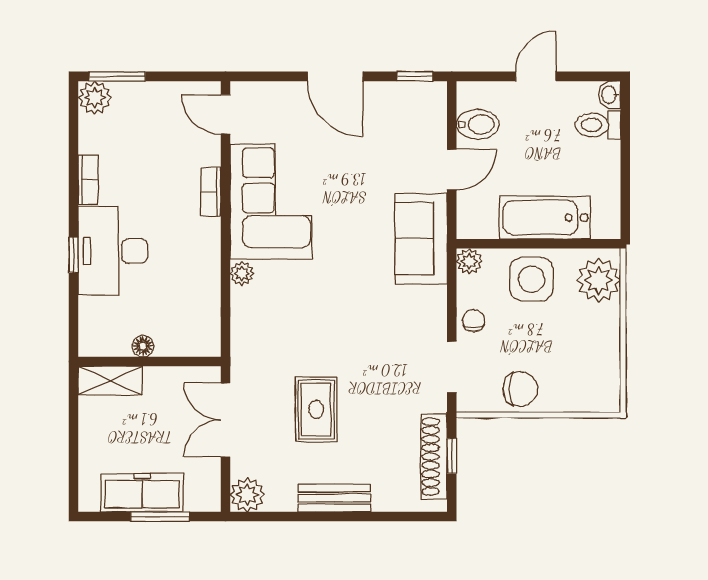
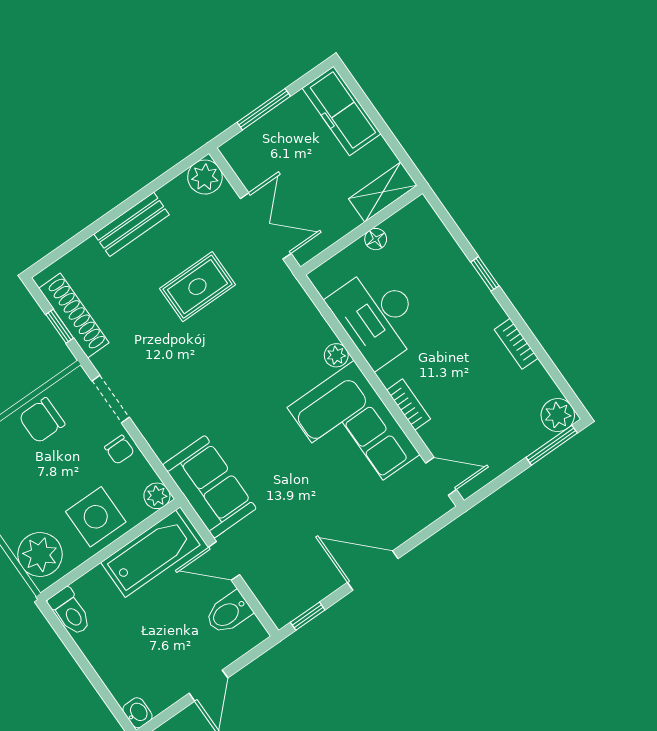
toilet: (598, 125) -> (70, 612), moved, turned 90
door: (452, 170) -> (224, 561), hinge flipped
bathtub: (545, 218) -> (150, 554), moved
desk: (113, 251) -> (377, 316), moved, turned 180
rug: (316, 409) -> (197, 287), turned 90
freezer: (142, 493) -> (342, 111), moved, turned 90

